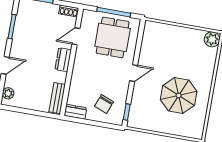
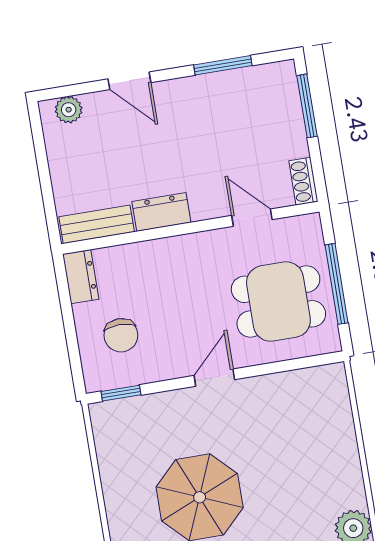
dresser: (63, 60) -> (161, 212), moved
door: (134, 73) -> (214, 378), swing flipped
chair: (104, 104) -> (121, 335), turned -111

